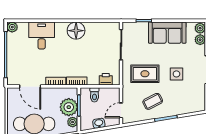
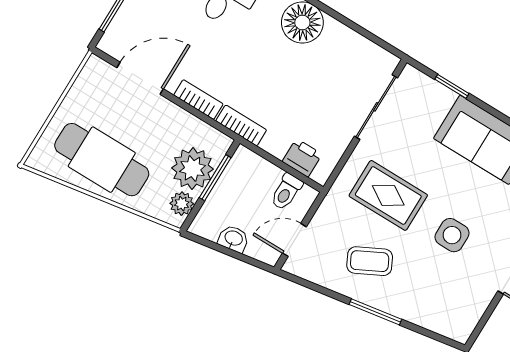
door: (30, 86) -> (140, 78), swing flipped
toilet: (94, 95) -> (286, 192), moved

